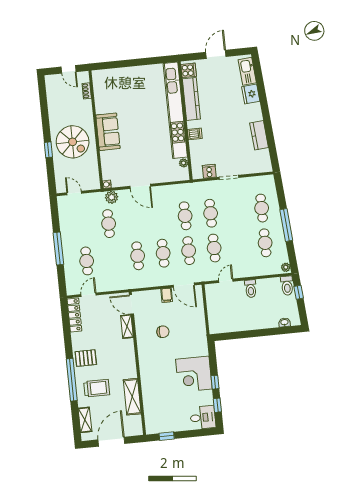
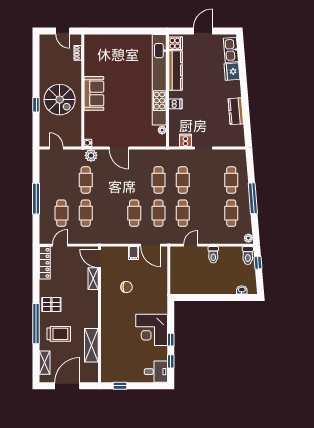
cafe table: (138, 256) -> (86, 213), moved

